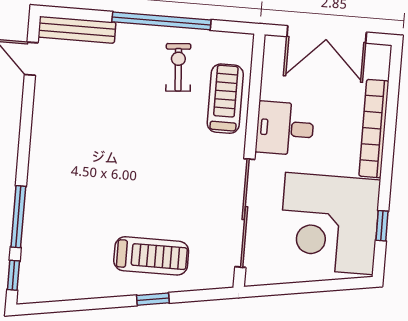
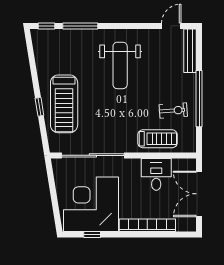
desk: (285, 128) -> (156, 174), moved
weight bench: (92, 153) -> (120, 65), added
treadmill: (151, 256) -> (64, 104), width x1.37, depth x1.38

